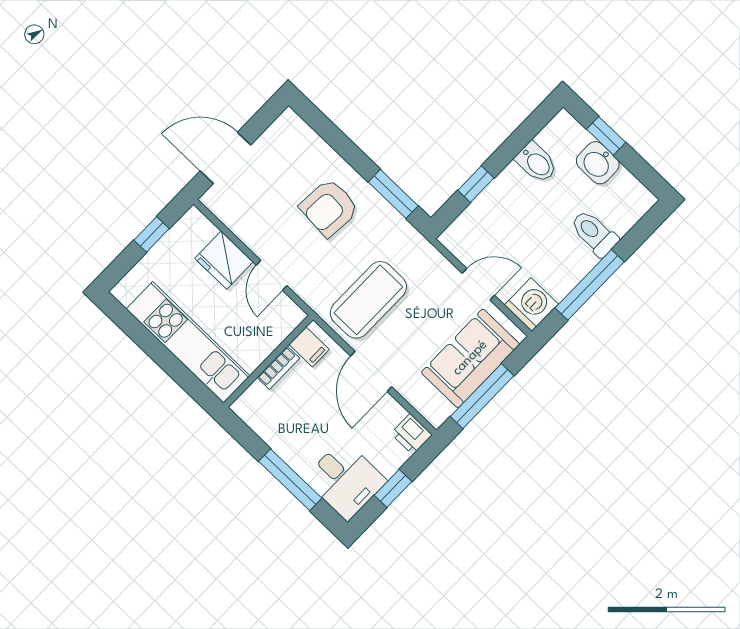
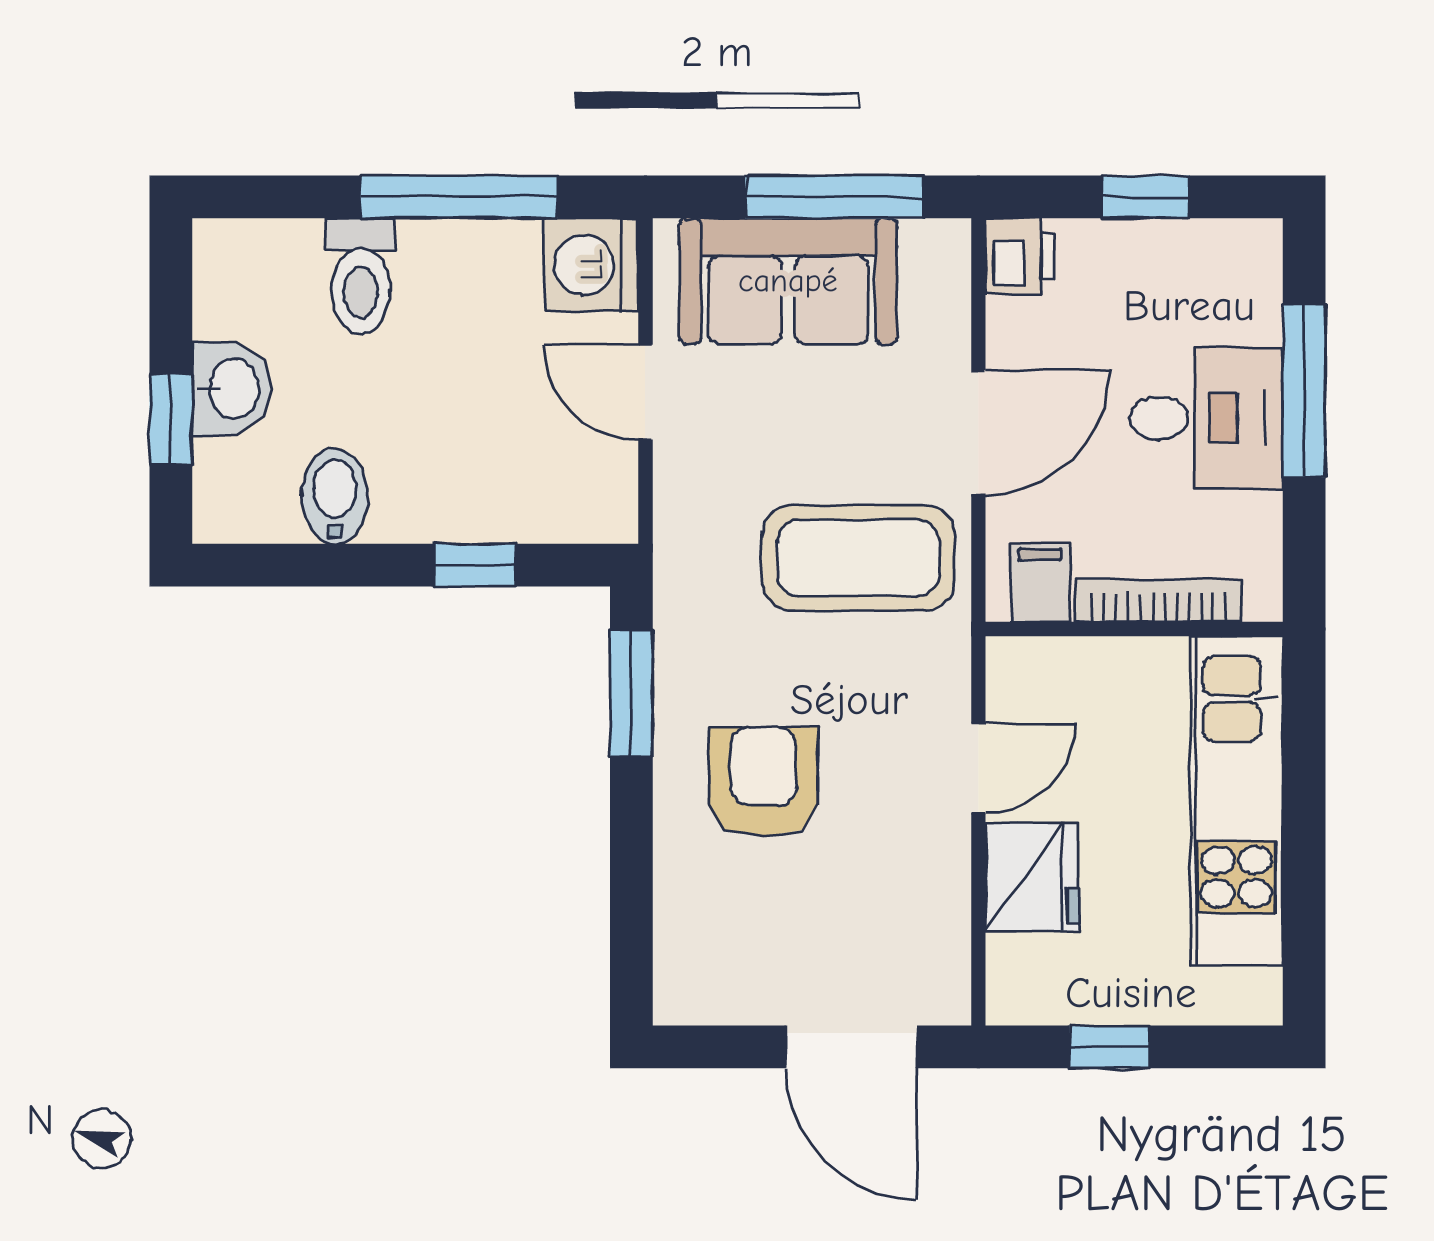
armchair: (329, 208) -> (763, 782), turned -94
bookcase: (278, 368) -> (1159, 601), width x1.56
desk: (345, 480) -> (1206, 418), moved, turned 90

